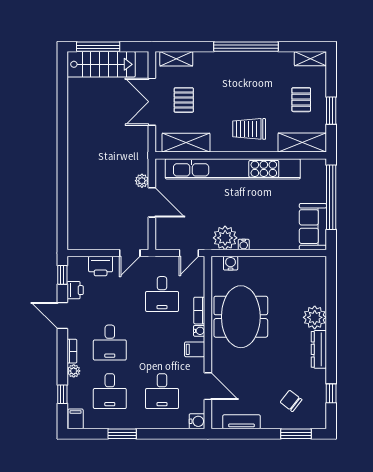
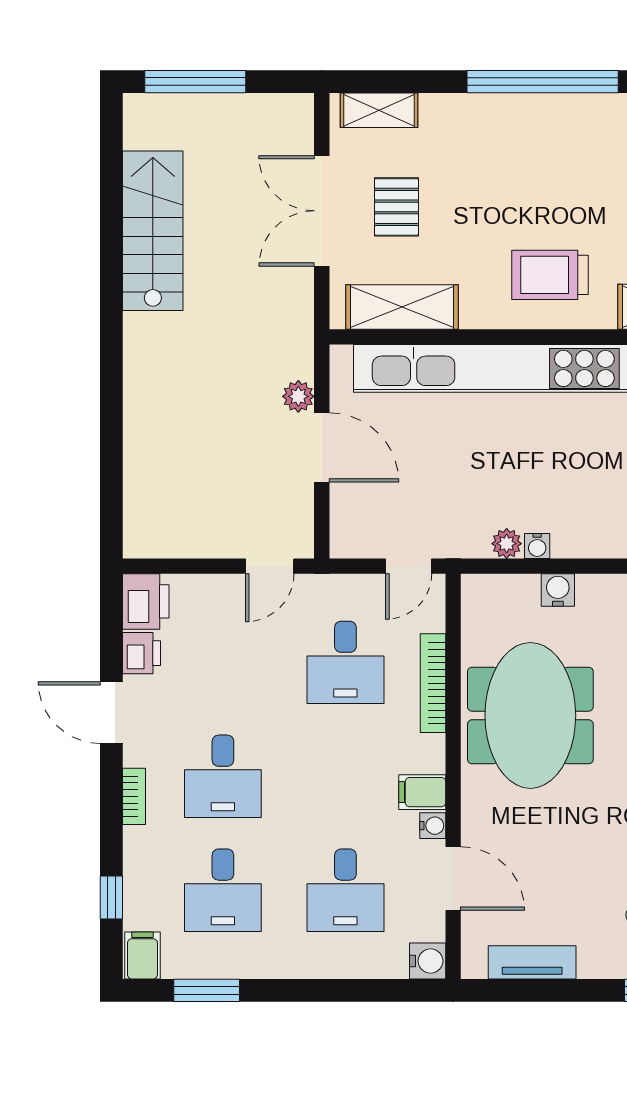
stairs: (101, 64) -> (153, 231), moved, turned -90
plant: (225, 238) -> (507, 544), width x0.53, depth x0.53
water cooler: (231, 263) -> (558, 590), moved
printer: (101, 266) -> (146, 601), moved, turned -90
window: (62, 275) -> (111, 617), removed
bookcase: (199, 311) -> (433, 683), width x1.56
water cooler: (199, 331) -> (433, 826), moved
plant: (74, 371) -> (138, 843), removed
window: (122, 434) -> (207, 990), moved

